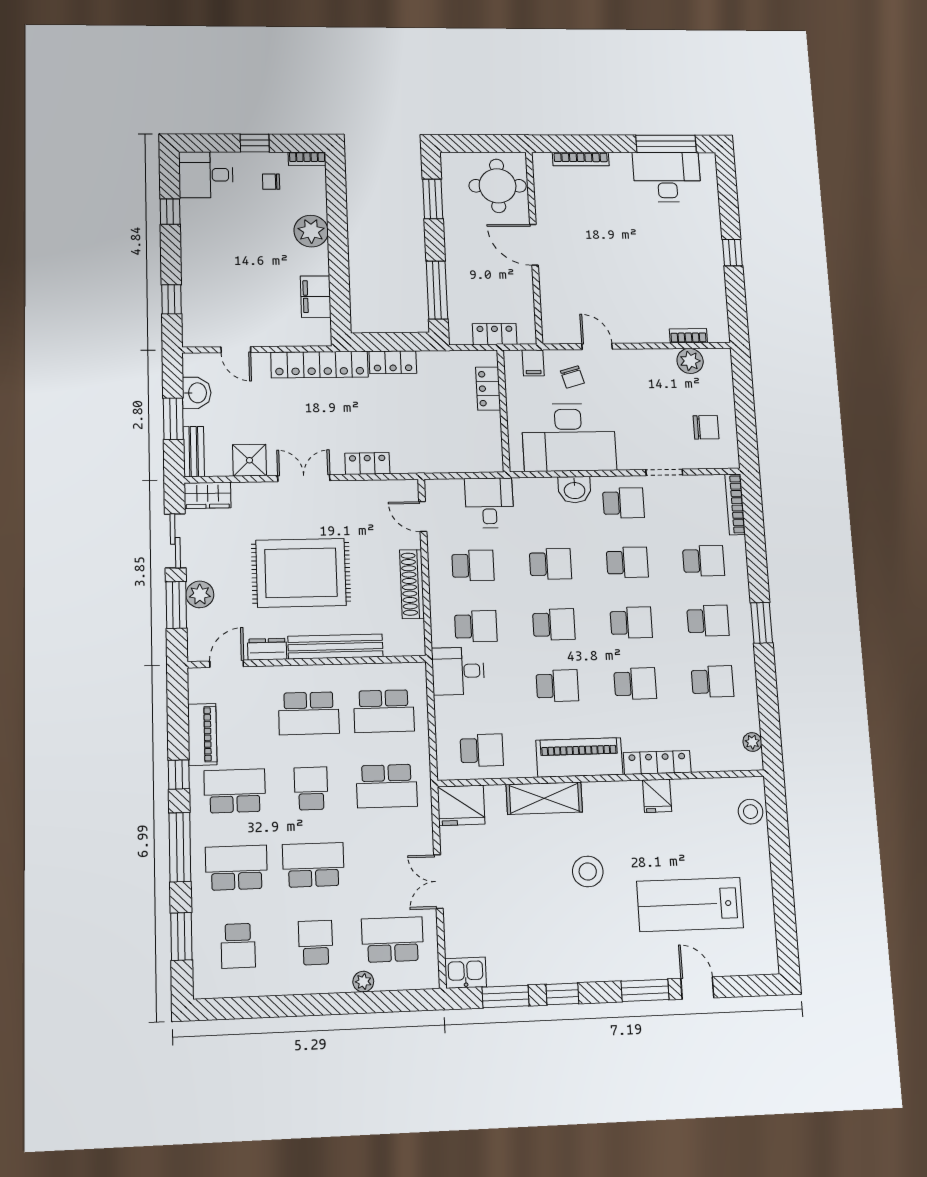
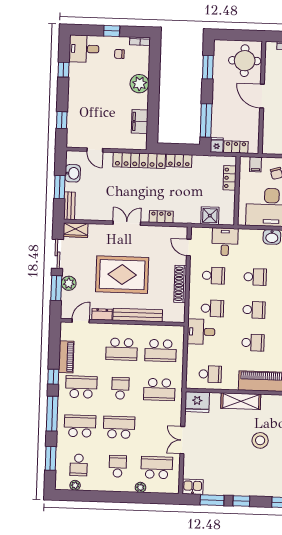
fridge: (460, 332) -> (217, 145), added
shower: (249, 460) -> (210, 216), moved
plant: (233, 987) -> (75, 485), added

